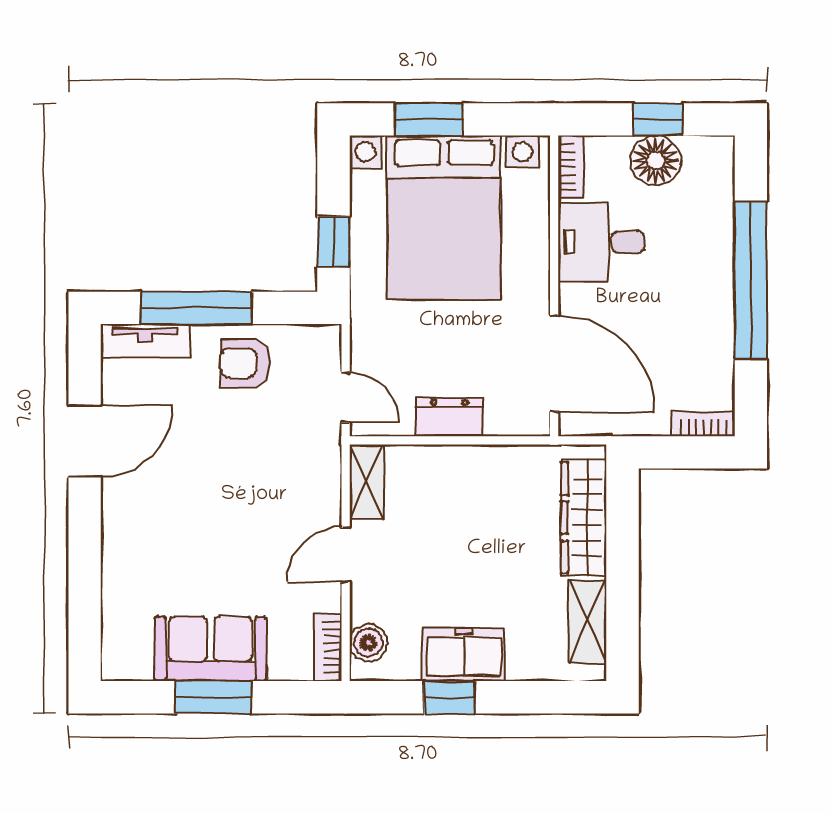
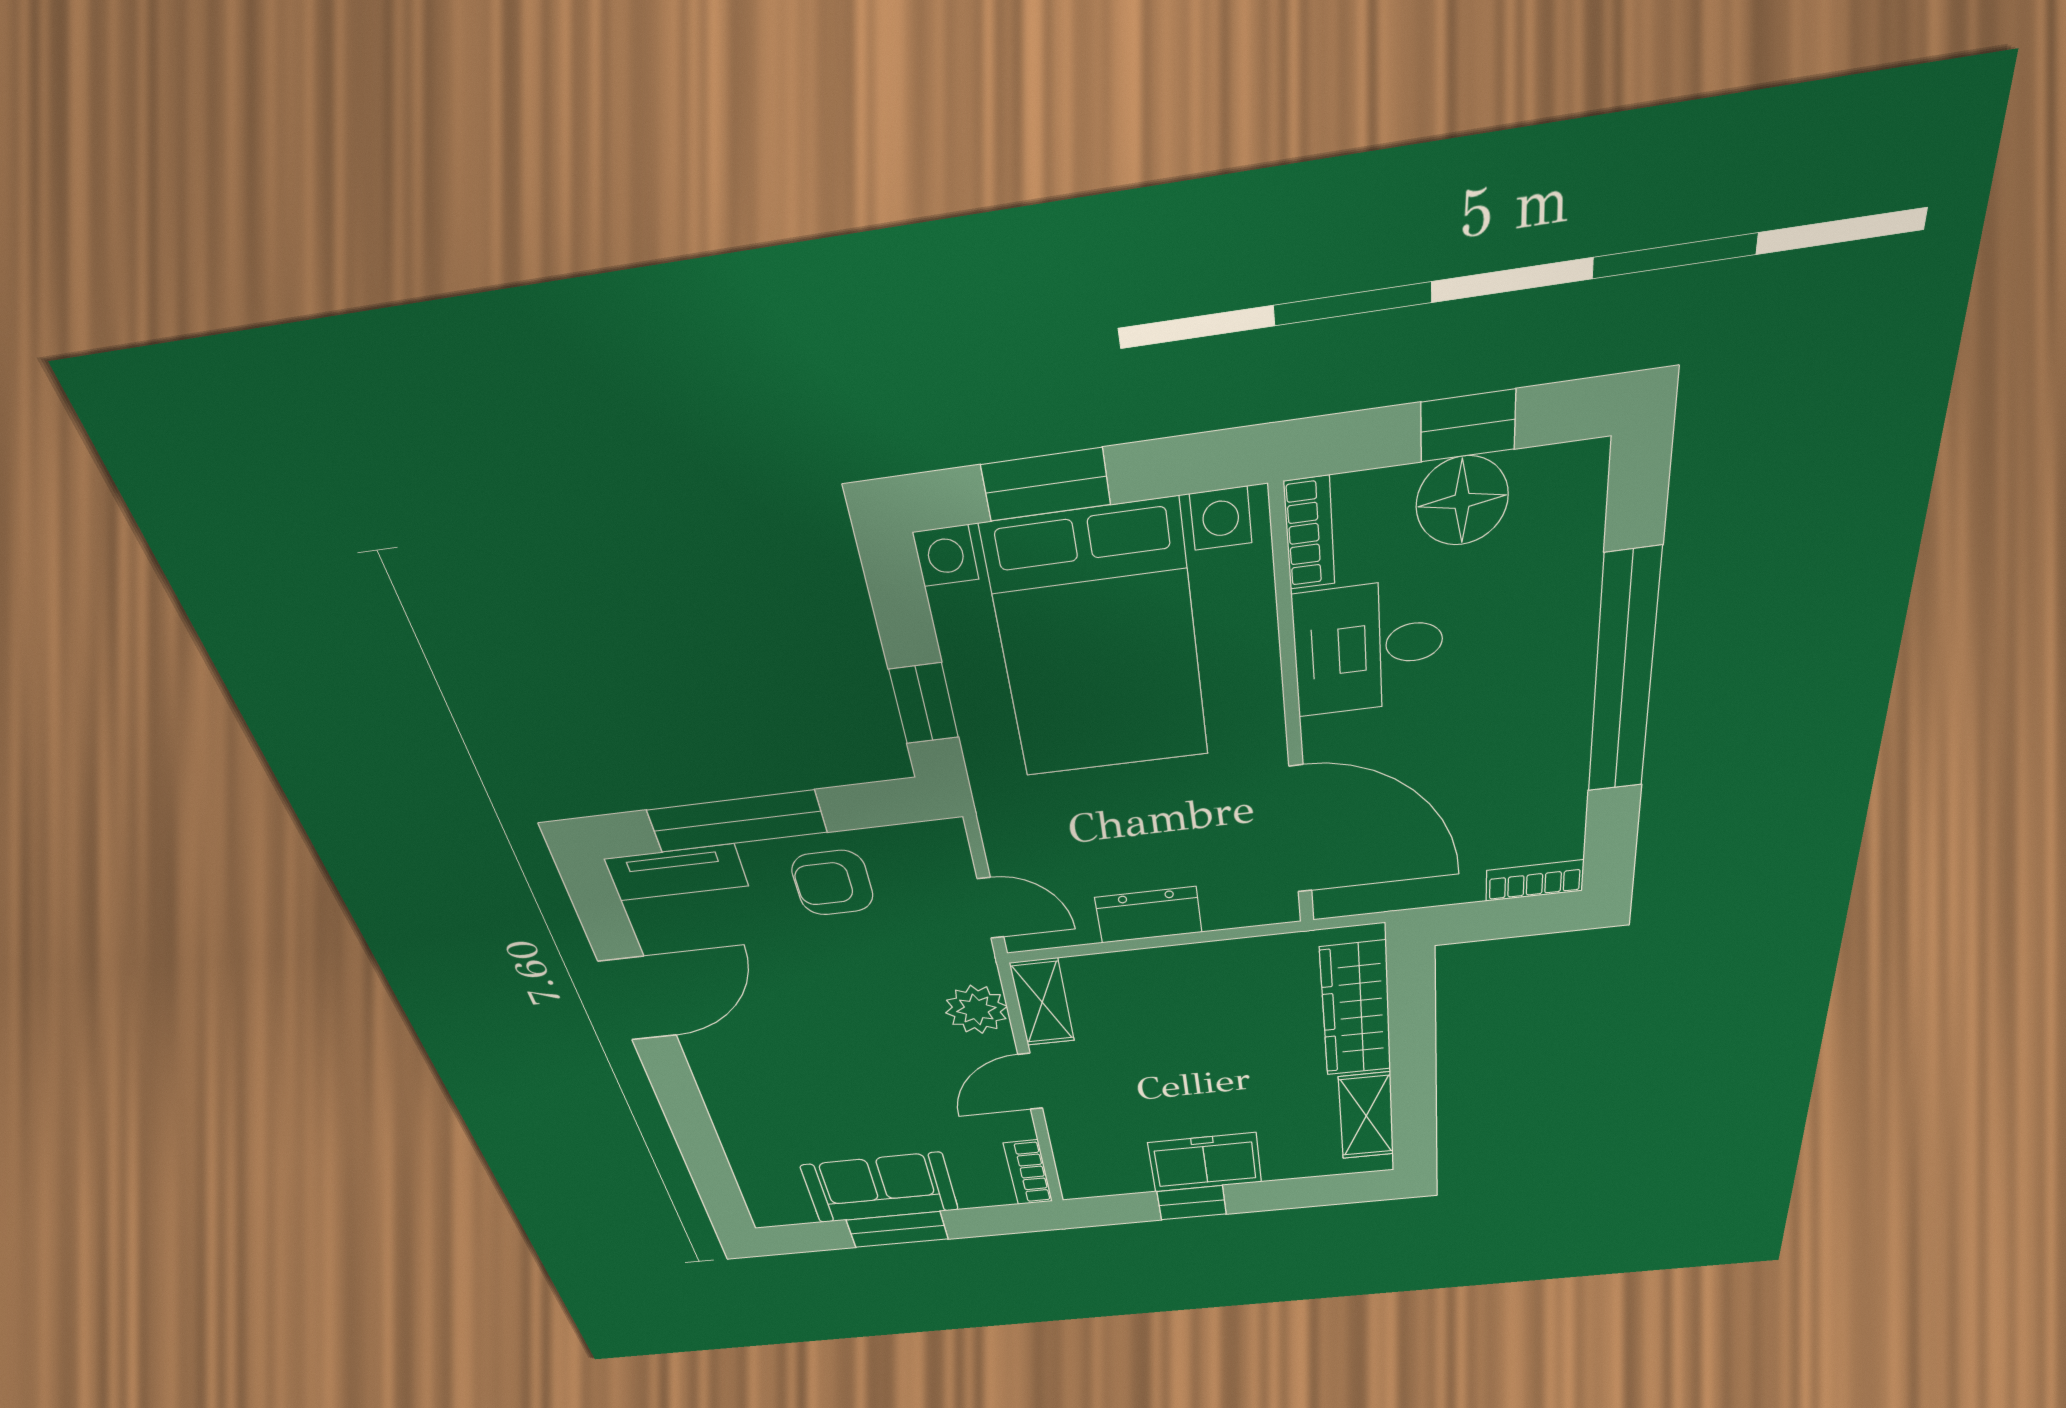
plant: (319, 482) -> (976, 1010), added
boiler: (368, 643) -> (1079, 1163), removed

